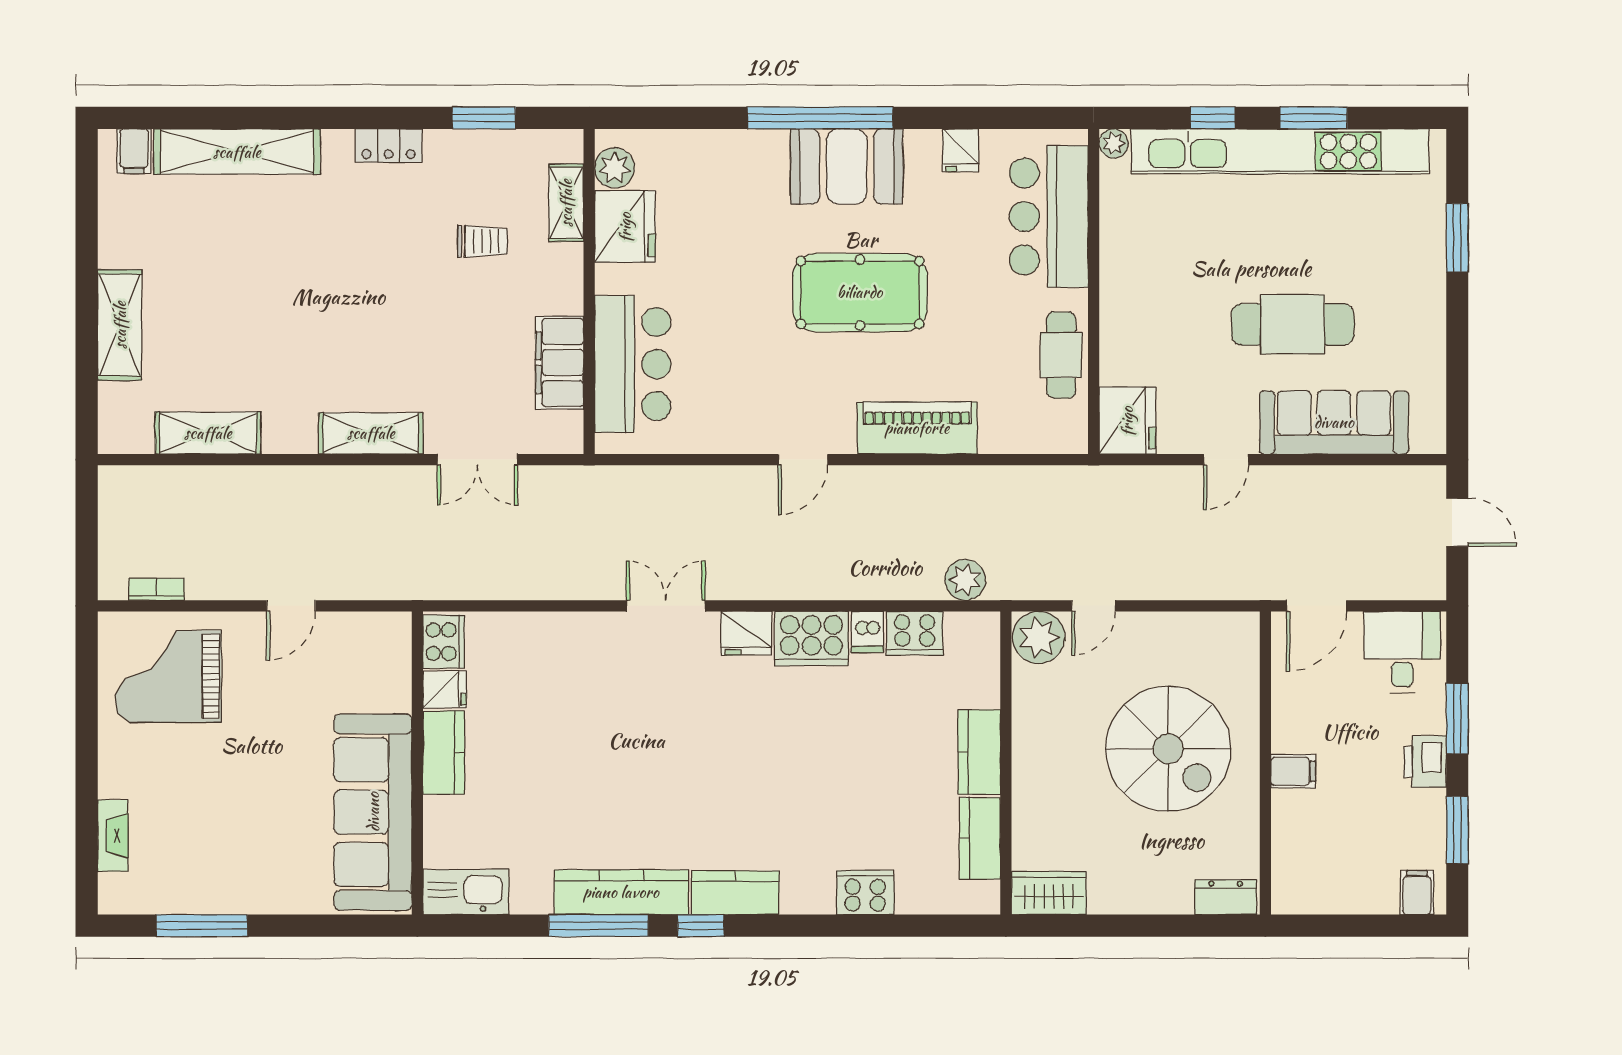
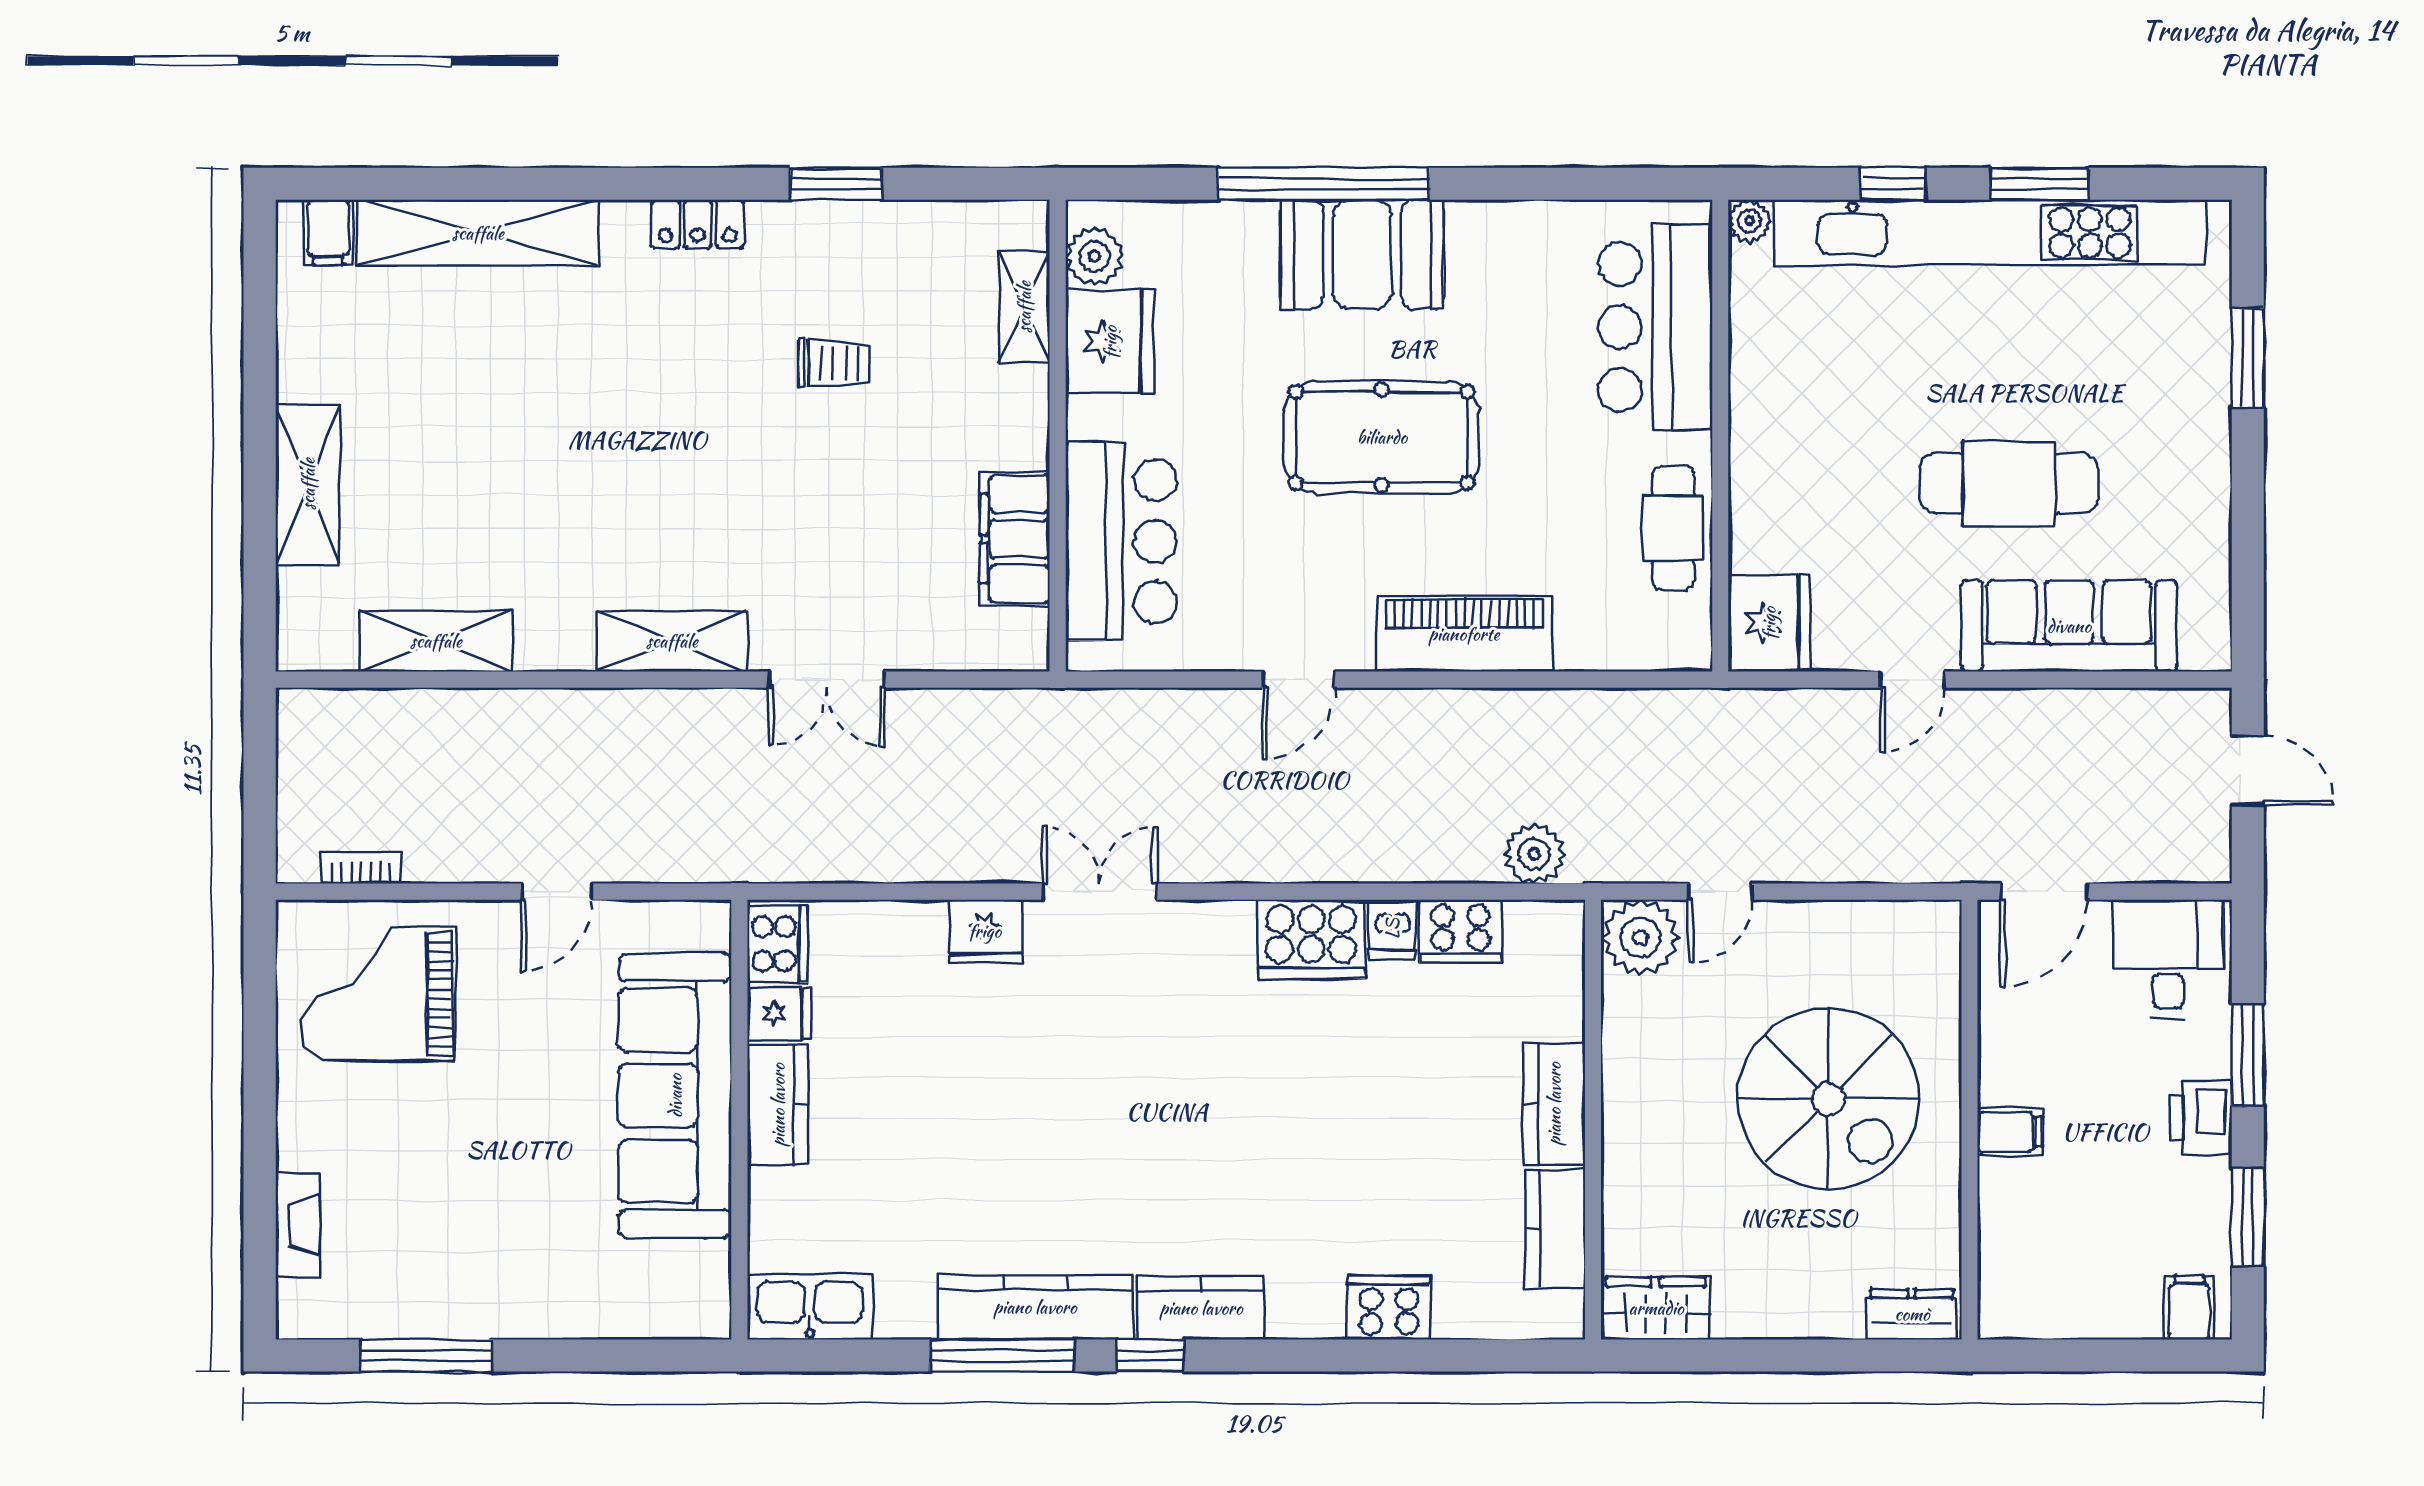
fridge: (961, 150) -> (1527, 231), removed
plant: (615, 168) -> (1095, 256), moved
shelving: (566, 203) -> (1024, 307), moved
fridge: (625, 227) -> (1110, 342), moved
wall: (589, 291) -> (1058, 436), moved
filing cabinet: (560, 363) -> (1015, 539), moved
bar counter: (633, 364) -> (1121, 541), moved
fridge: (746, 633) -> (985, 931), moved
sofa: (373, 812) -> (675, 1096), moved

